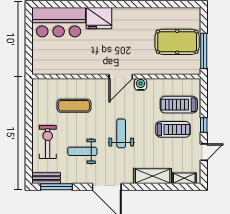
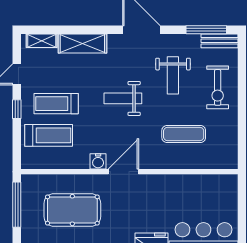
pool table: (177, 42) -> (72, 210), moved
weight bench: (121, 133) -> (123, 98), turned 90
weight bench: (82, 151) -> (173, 75), turned 90

